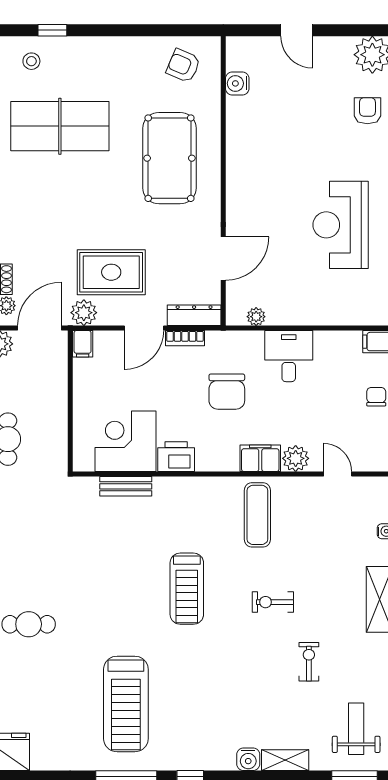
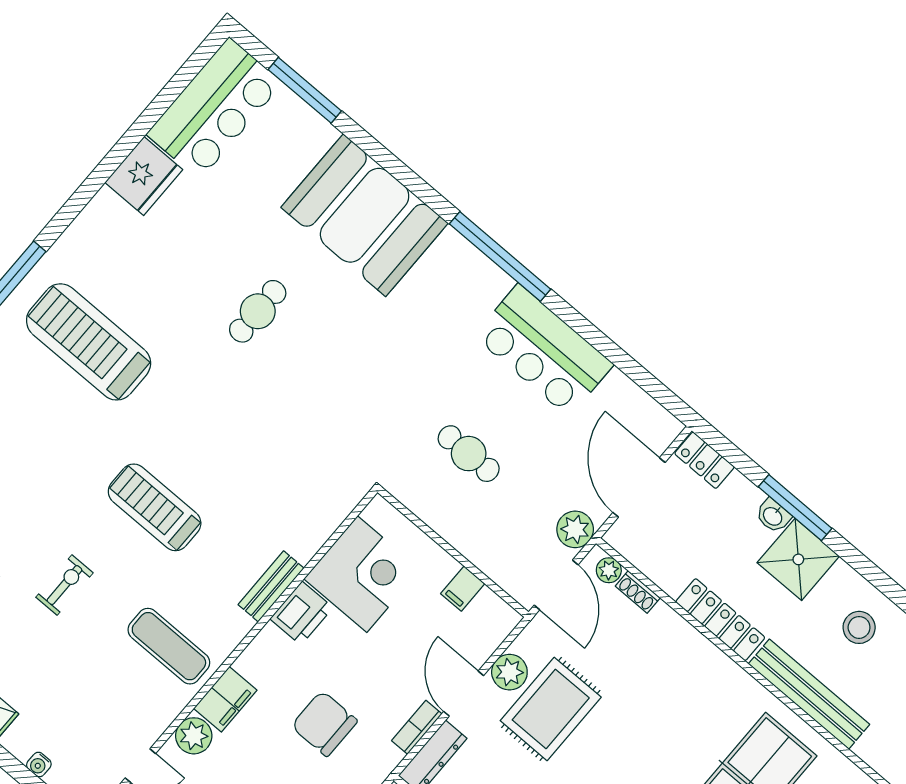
plant: (84, 313) -> (509, 672), moved
filing cabinet: (83, 344) -> (463, 589), moved, turned -90
bench: (126, 486) -> (271, 586), moved

